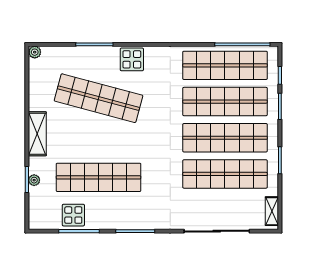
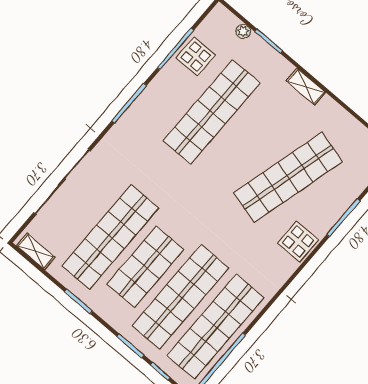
shelving: (37, 134) -> (306, 87), width x0.67, depth x0.75
shop shelf: (225, 138) -> (145, 267), width x0.71
plant: (34, 180) -> (243, 31), moved

